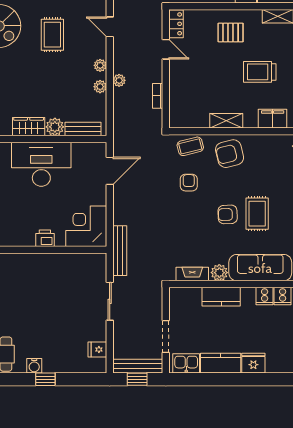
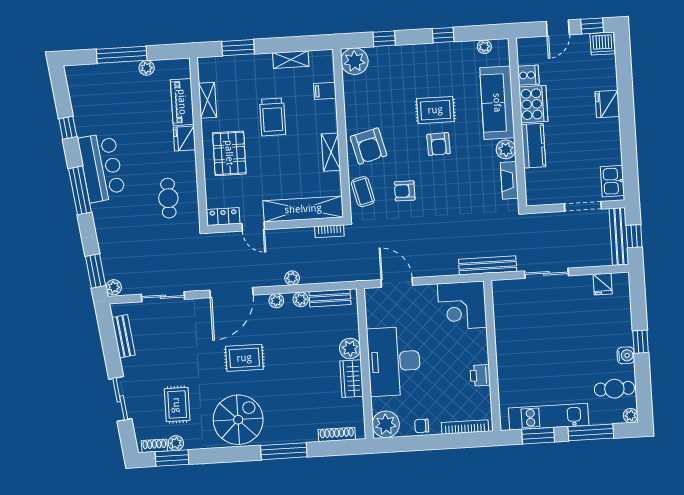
door: (110, 27) -> (232, 293), width x1.87
pallet: (231, 32) -> (229, 153), width x1.50, depth x1.42
door: (166, 49) -> (253, 227), swing flipped
shelving: (178, 94) -> (303, 209), added
bookcase: (158, 96) -> (329, 231), moved
filing cabinet: (273, 119) -> (325, 91), width x0.50
bench: (83, 129) -> (330, 298), moved, turned 90
printer: (45, 238) -> (480, 375), moved
cooker: (265, 296) -> (533, 104), width x1.87, depth x1.31
kitchen counter: (221, 363) -> (610, 142), removed

